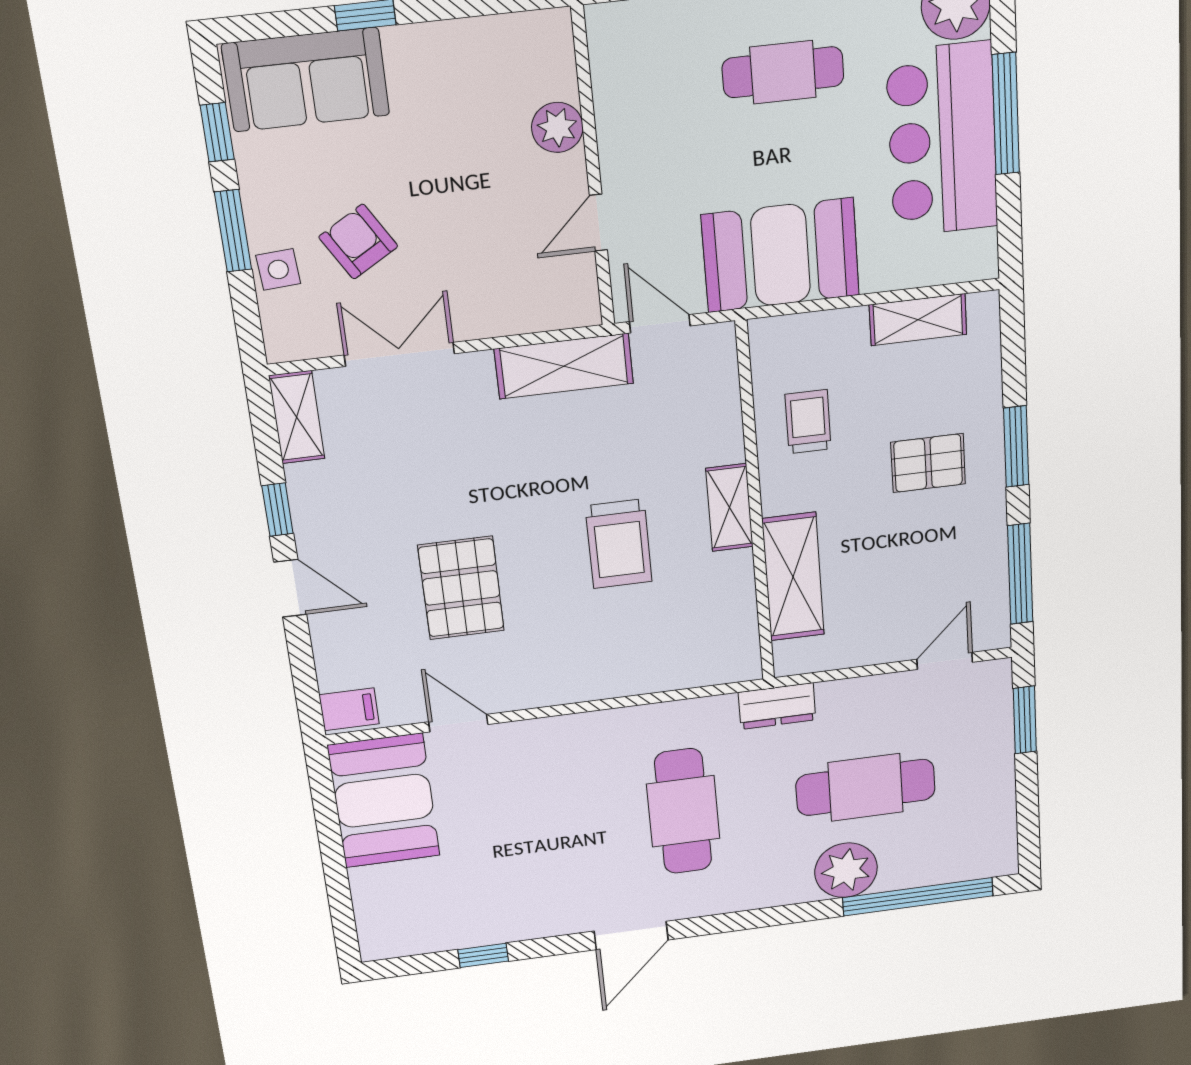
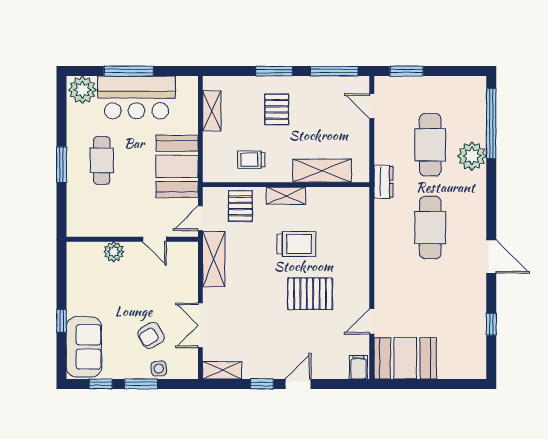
pallet: (697, 411) -> (240, 206), added
pallet: (461, 588) -> (310, 294), moved
cafe table: (683, 811) -> (430, 228), turned 90

